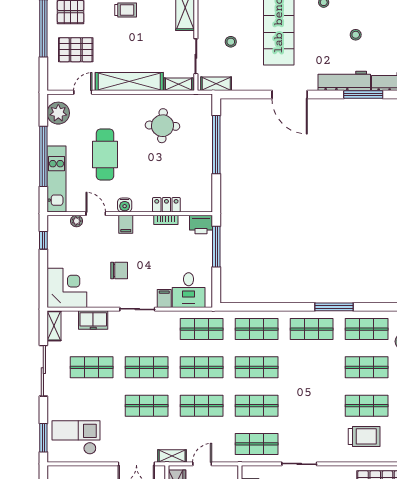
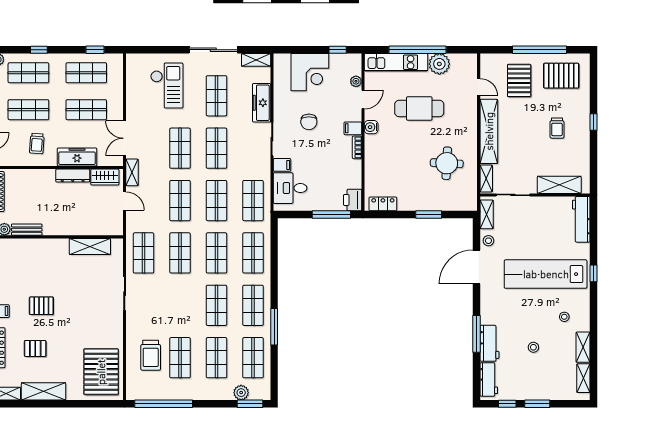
stool: (231, 42) -> (488, 241), moved
workbench: (344, 81) -> (489, 343), width x0.73
door: (290, 95) -> (476, 267), moved
window: (363, 95) -> (476, 334), moved
plant: (58, 113) -> (439, 64), moved
window: (216, 145) -> (429, 214), width x0.47
locker: (166, 205) -> (383, 204), moved, turned -90
bookcase: (166, 220) -> (357, 147), moved
corner desk: (67, 288) -> (310, 72), moved
freezer: (93, 320) -> (262, 103), width x1.40
shop shelf: (312, 367) -> (216, 305), added
window: (43, 438) -> (149, 50), removed
checkout: (76, 438) -> (167, 85), moved

